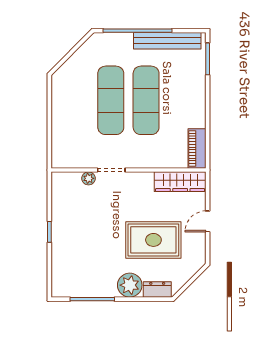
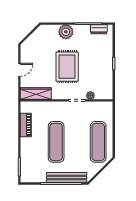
bench: (167, 41) -> (67, 177), moved
exercise mat: (111, 100) -> (98, 142), moved
piano: (197, 148) -> (26, 125), moved
rug: (153, 240) -> (67, 67), moved, turned 90
dresser: (157, 289) -> (99, 29), moved

